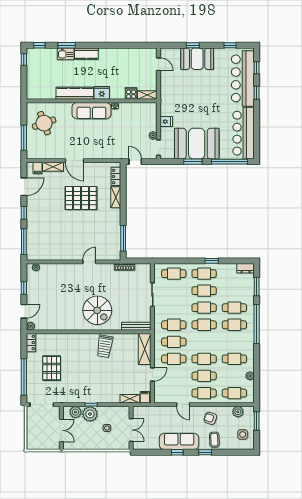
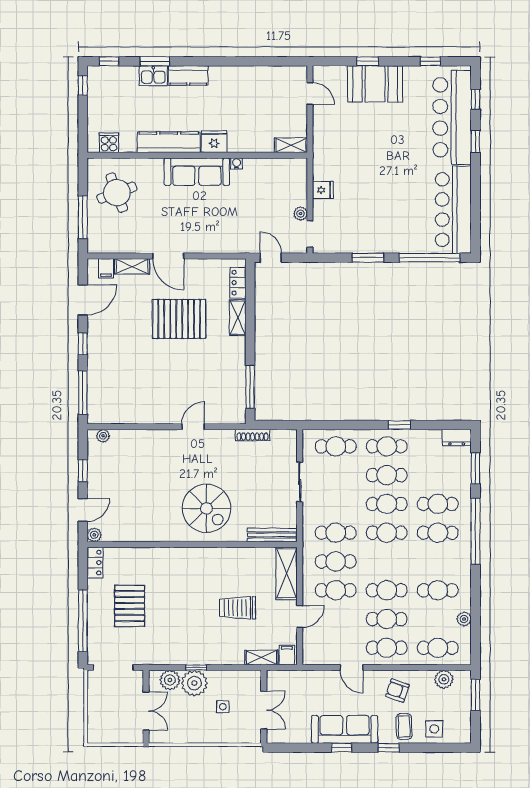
cooker: (131, 93) -> (109, 143), moved
booth: (197, 144) -> (374, 227), removed
trolley: (105, 346) -> (238, 608), moved, turned 81
side table: (243, 434) -> (434, 729), moved

